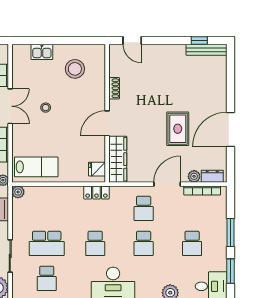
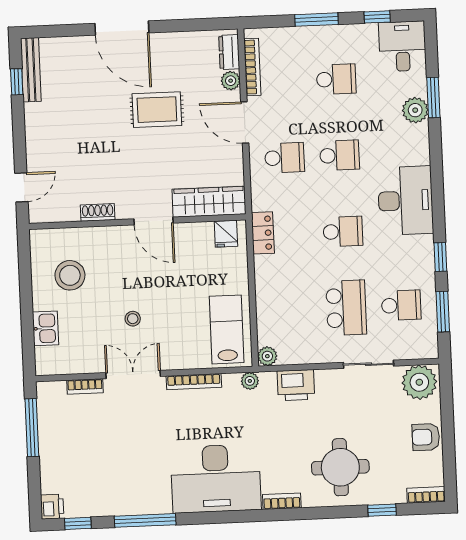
door: (230, 129) -> (122, 28), moved
window: (230, 271) -> (377, 17), width x0.67

